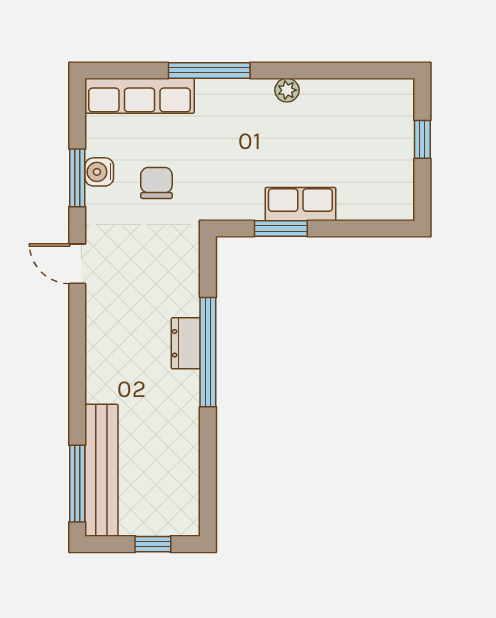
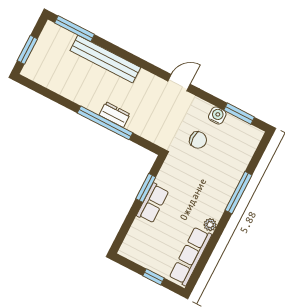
row of seats: (140, 96) -> (190, 256), moved
window: (77, 178) -> (239, 114), moved
bench: (101, 470) -> (105, 59), moved
window: (153, 544) -> (27, 50), width x1.50

